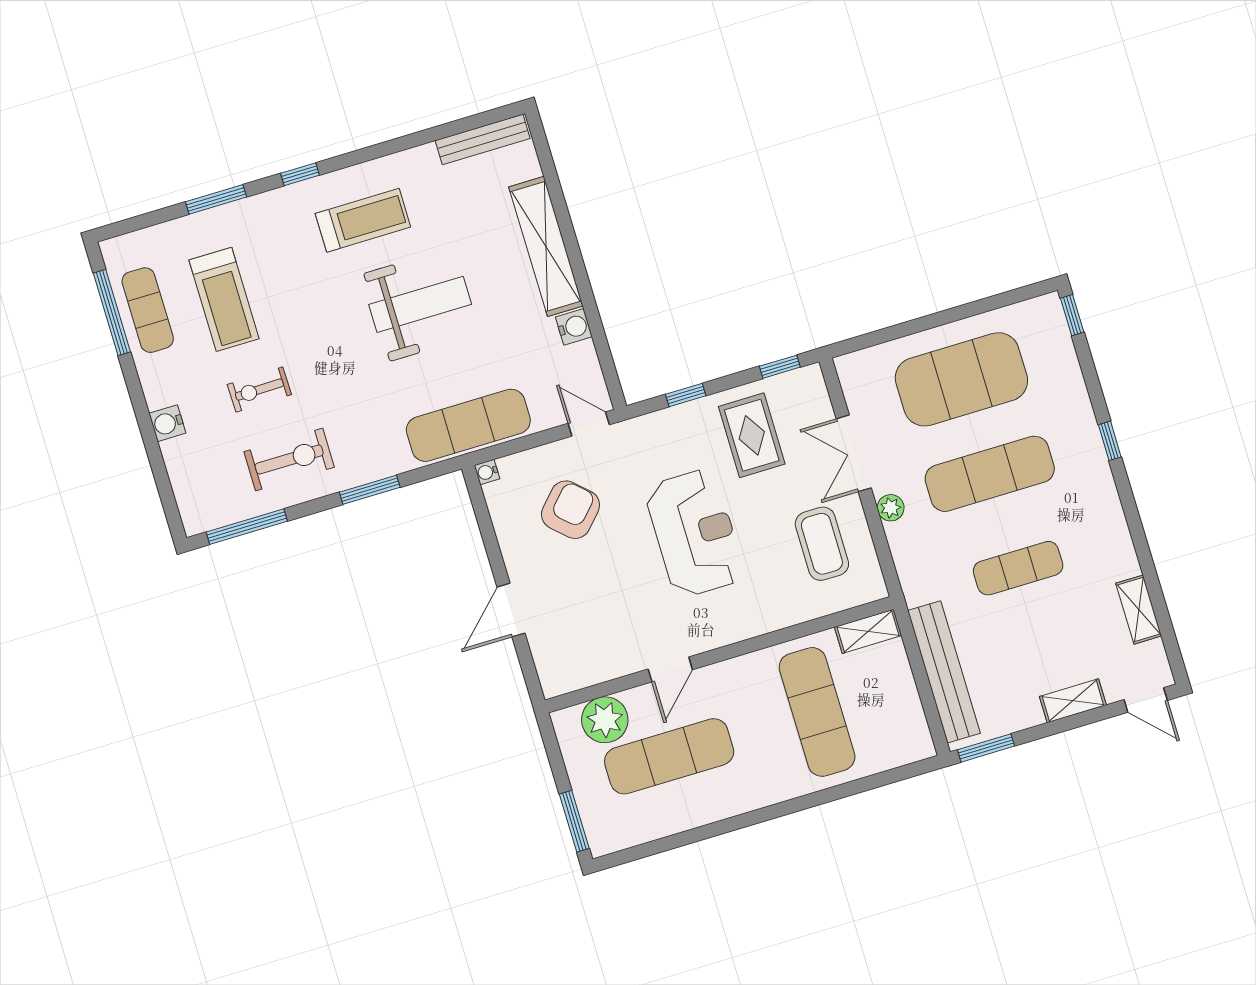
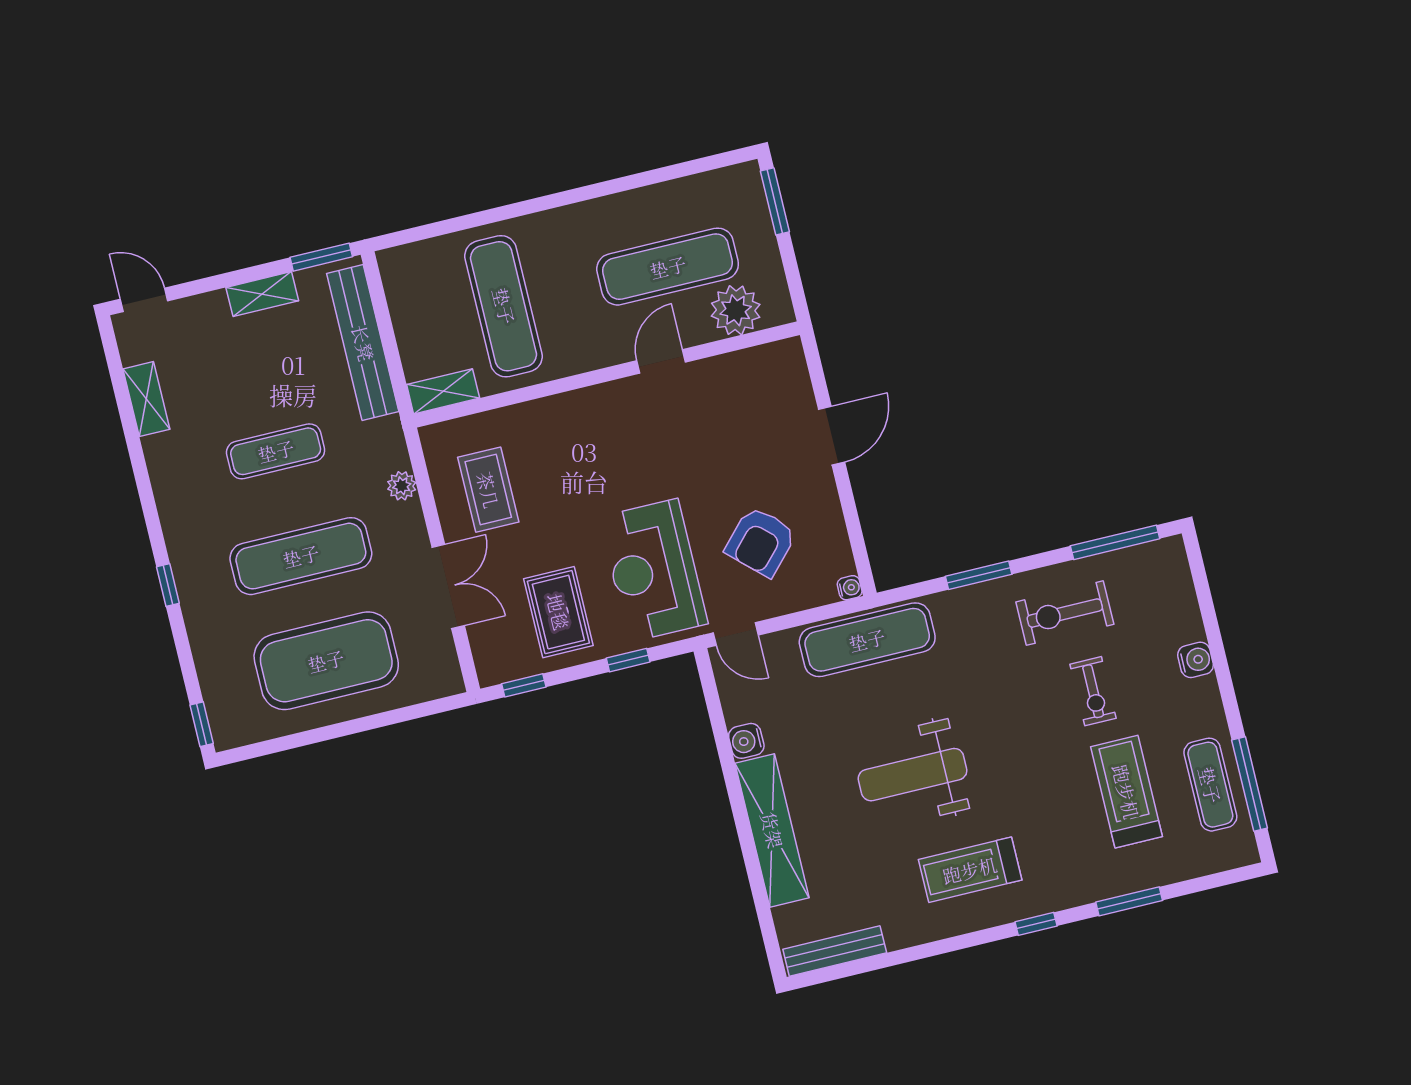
exercise bike: (259, 390) -> (1093, 691), turned 91
plant: (891, 508) -> (402, 486), moved
reception desk: (695, 533) -> (653, 570), moved
shelving: (1073, 701) -> (262, 294), moved

